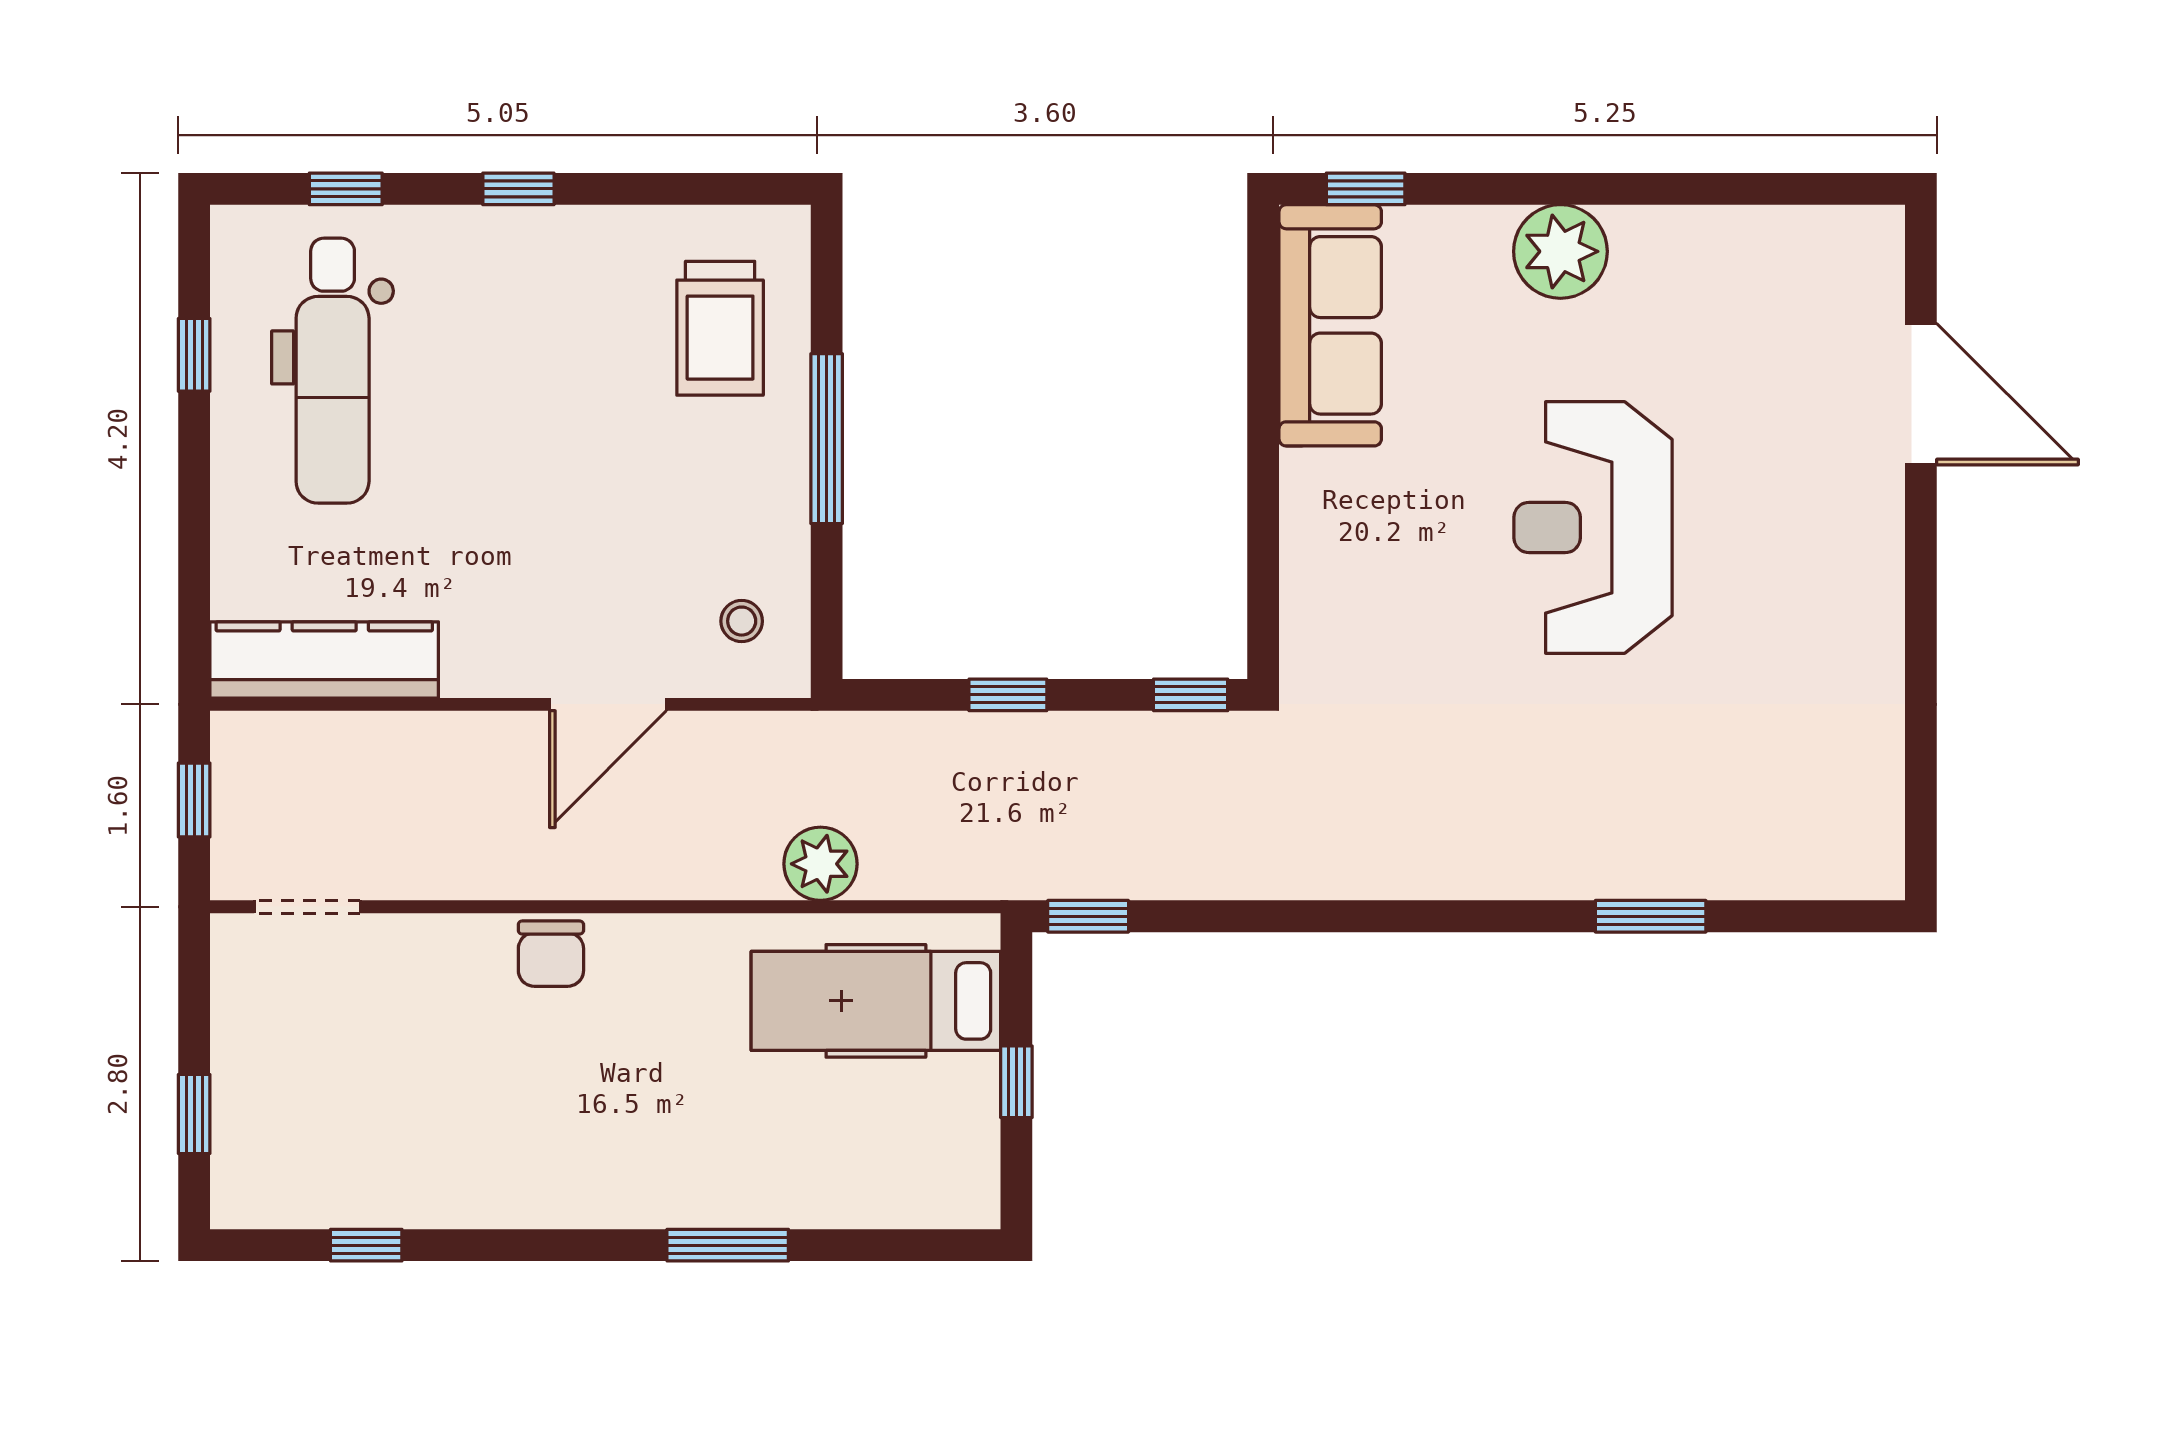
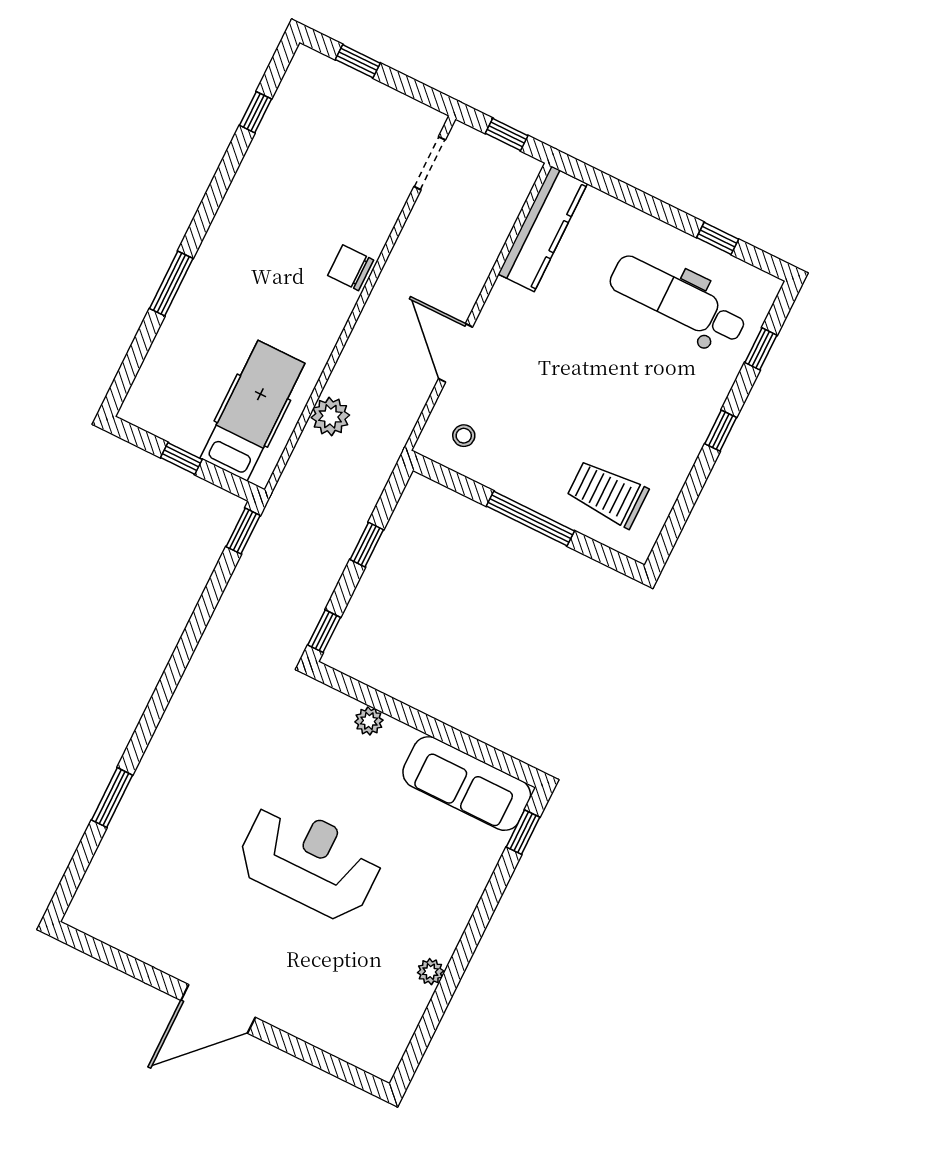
plant: (1560, 251) -> (430, 972), moved, width x0.53, depth x0.53
door: (1921, 394) -> (218, 1009), moved
plant: (1306, 544) -> (369, 721), added

